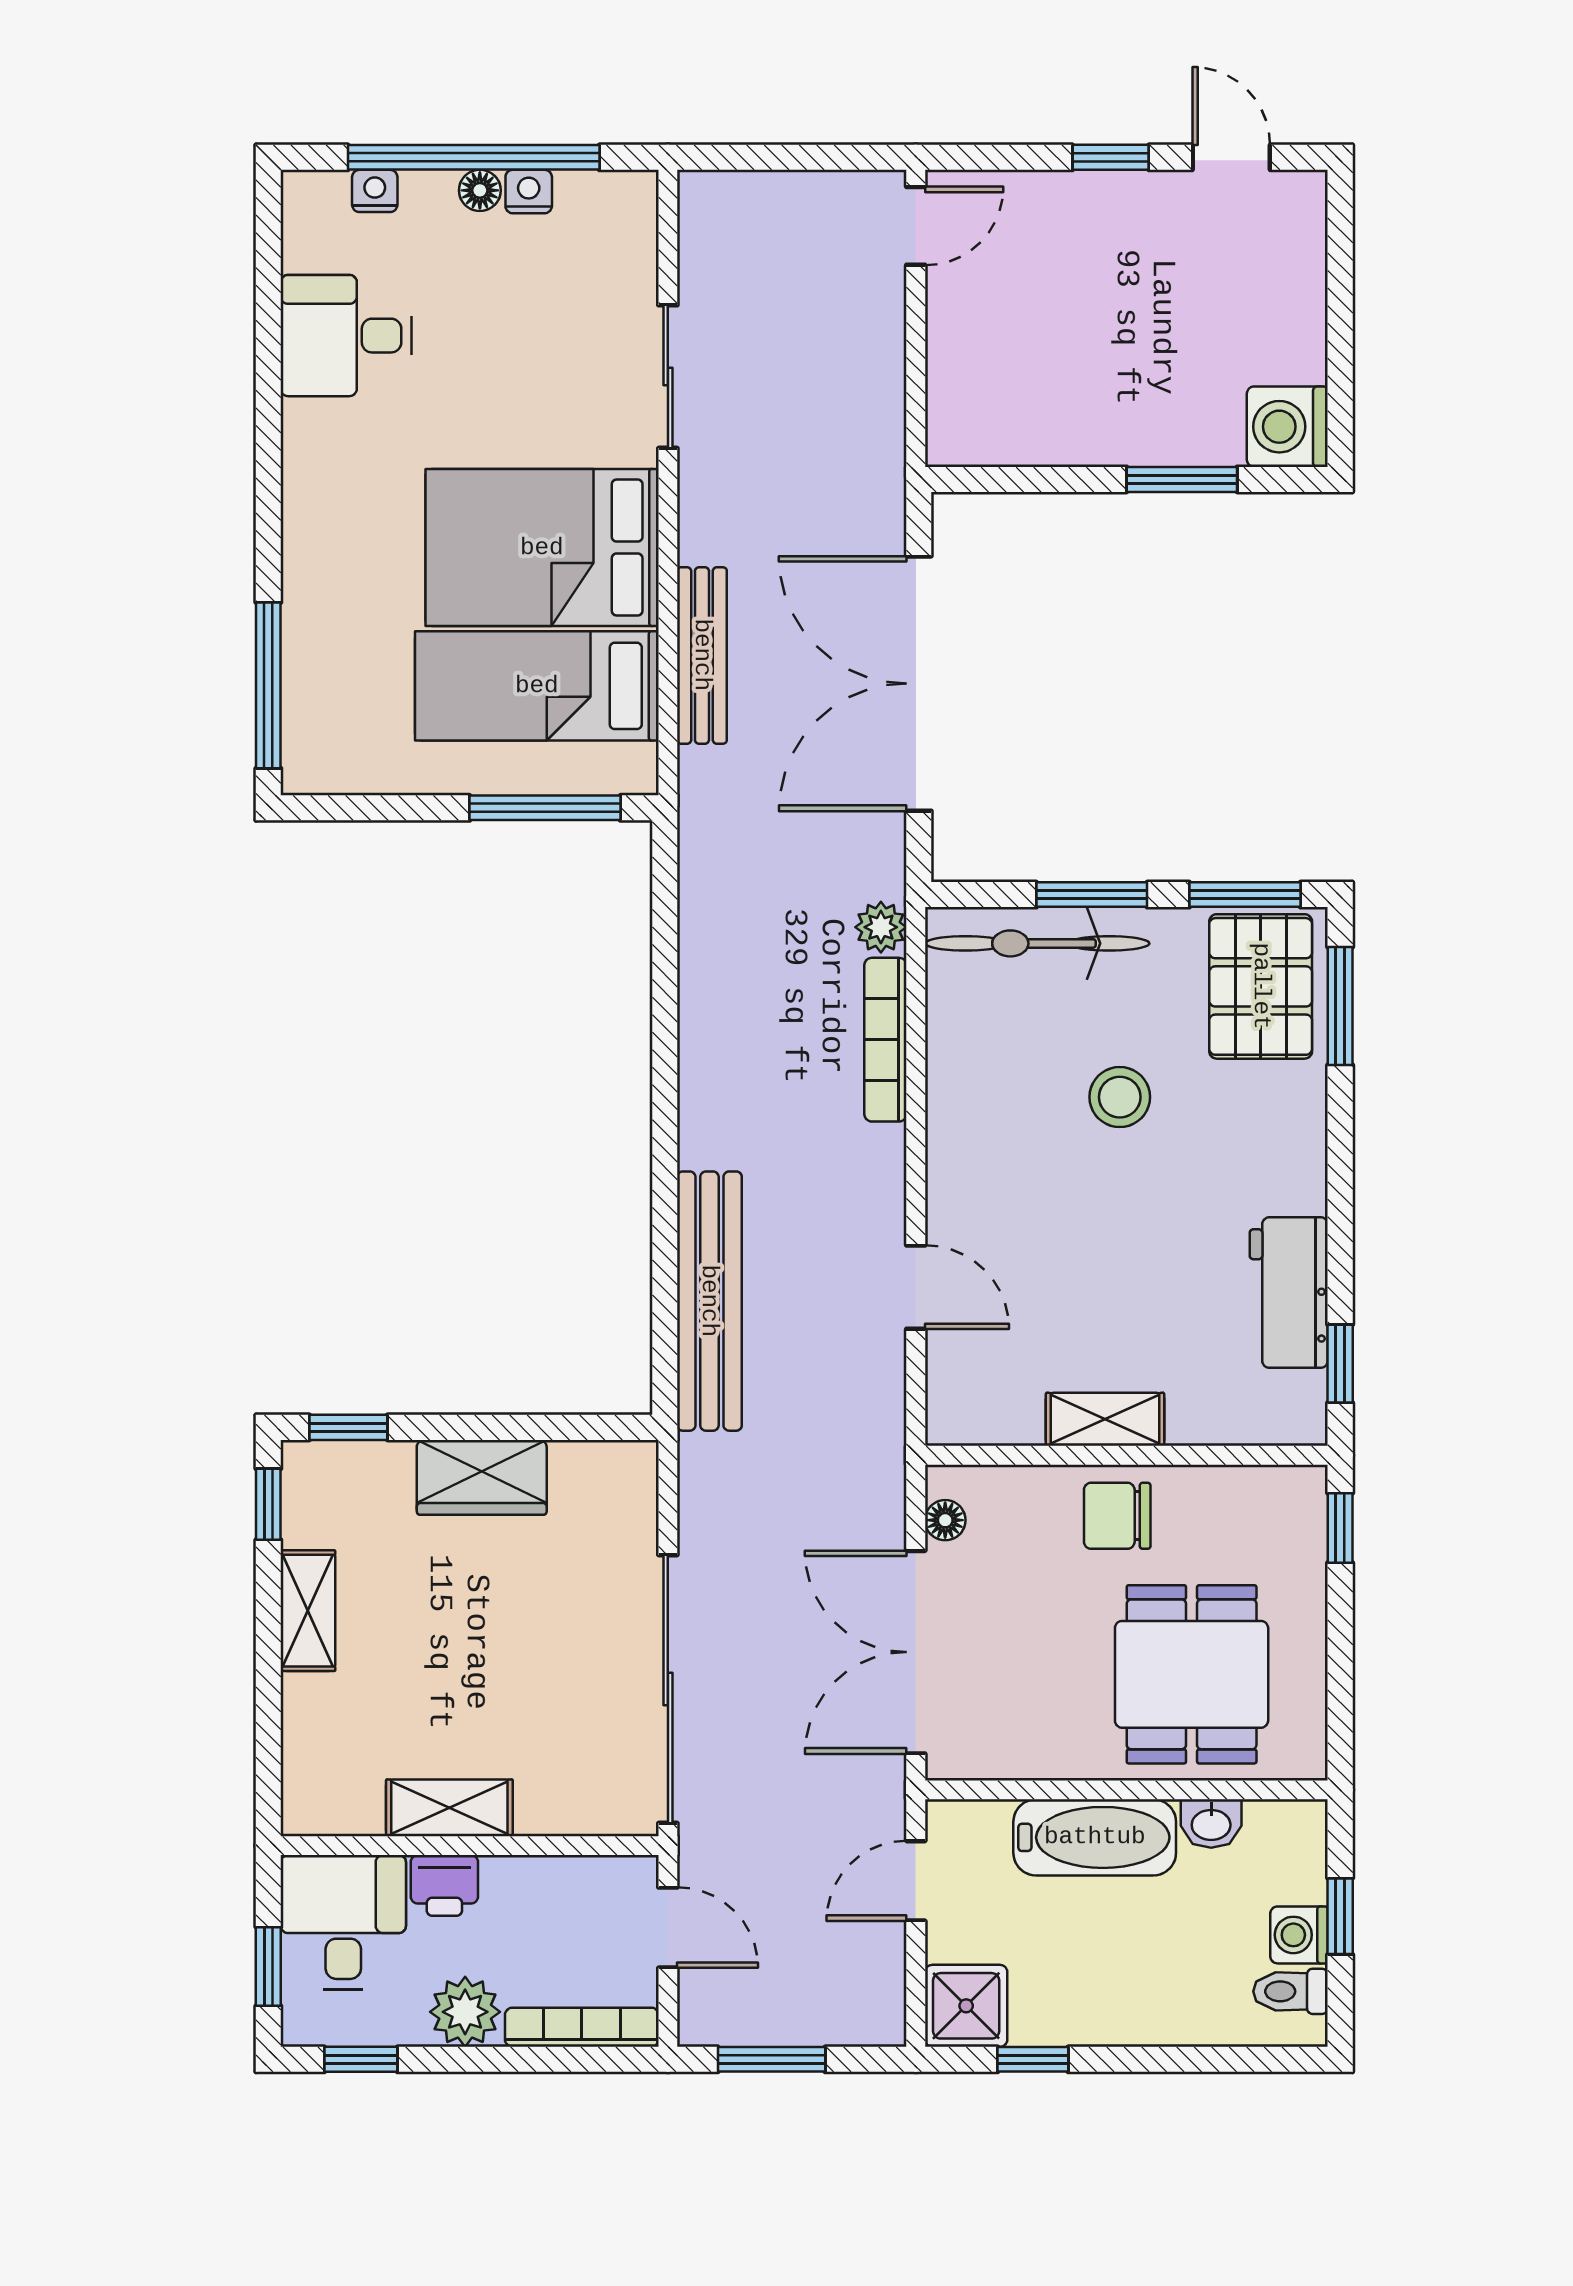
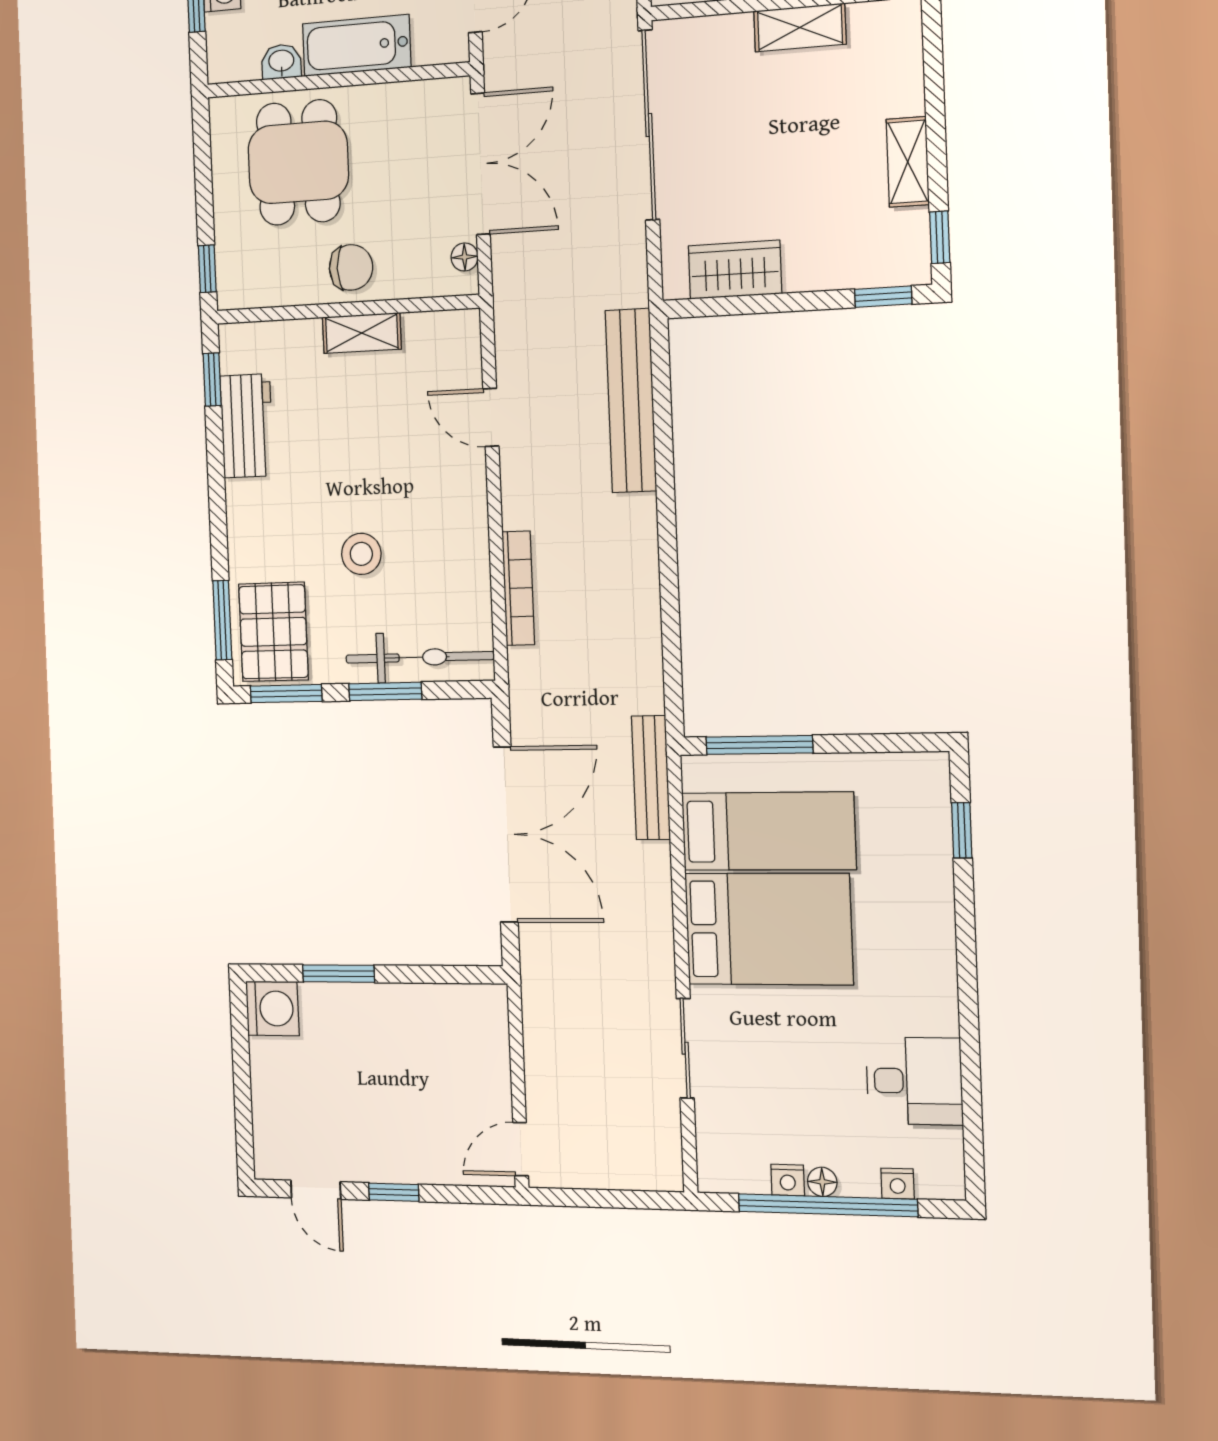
bench: (702, 655) -> (651, 778), moved
window: (268, 685) -> (962, 830), width x0.46
plant: (881, 927) -> (524, 666), removed
wardrobe: (482, 1477) -> (735, 270), moved

